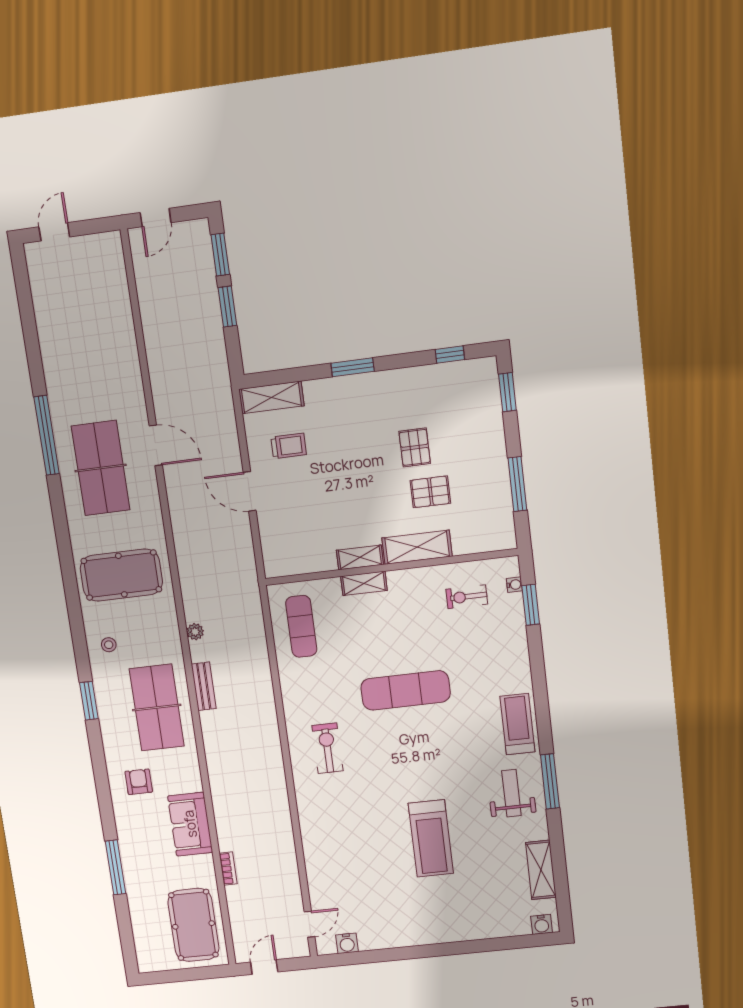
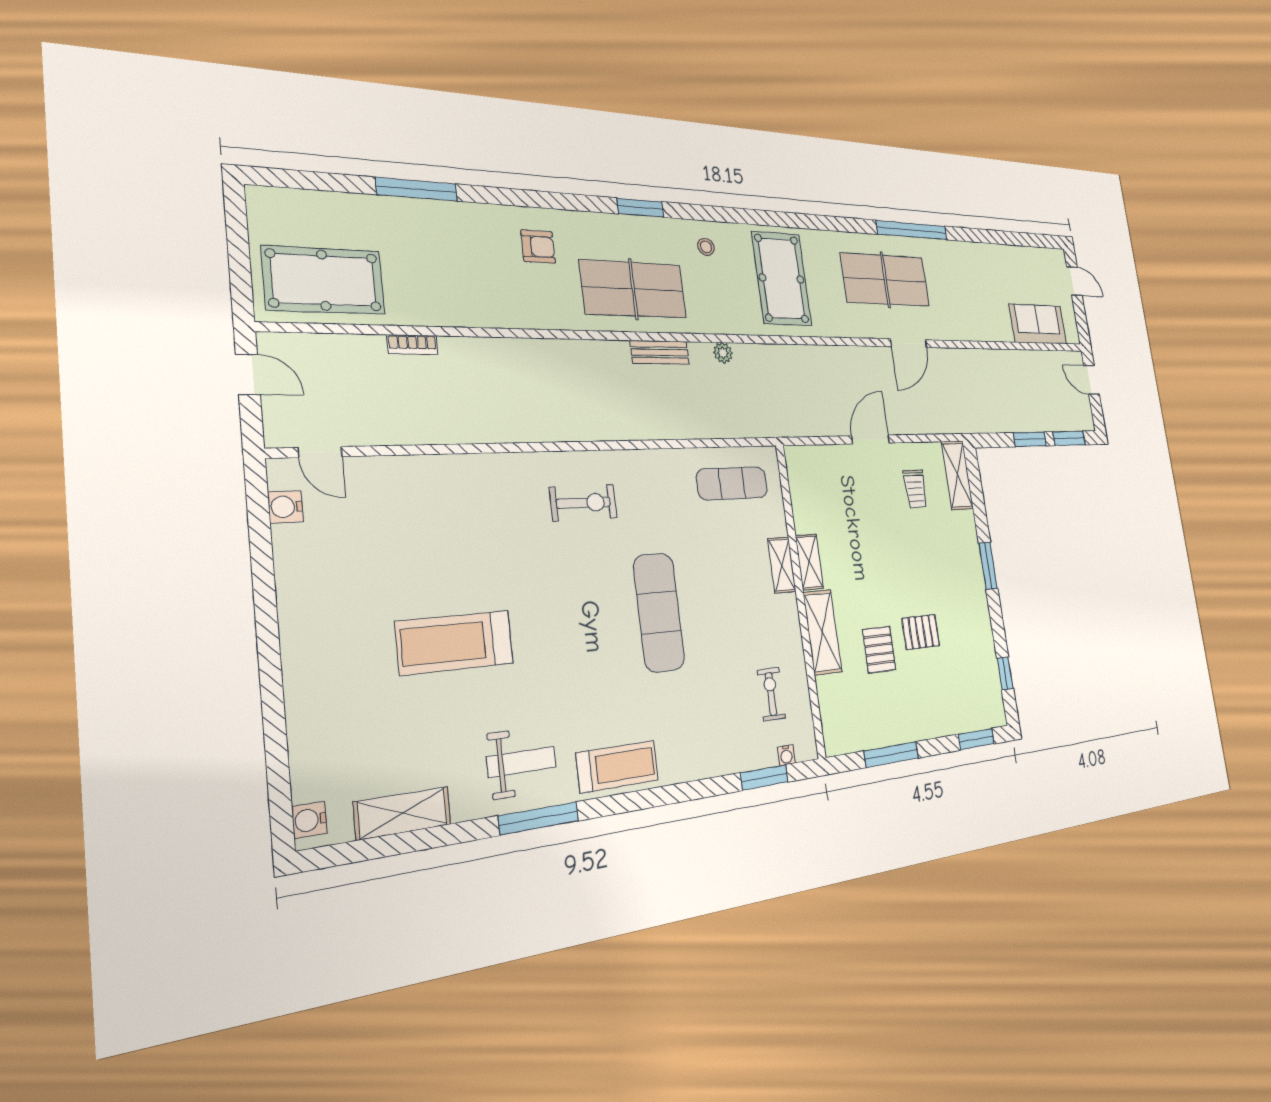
sofa: (190, 824) -> (1038, 324), moved

